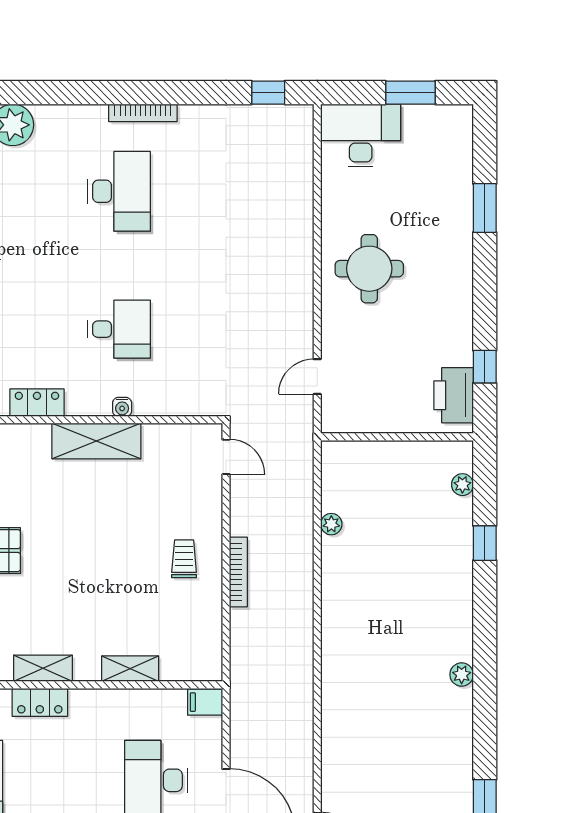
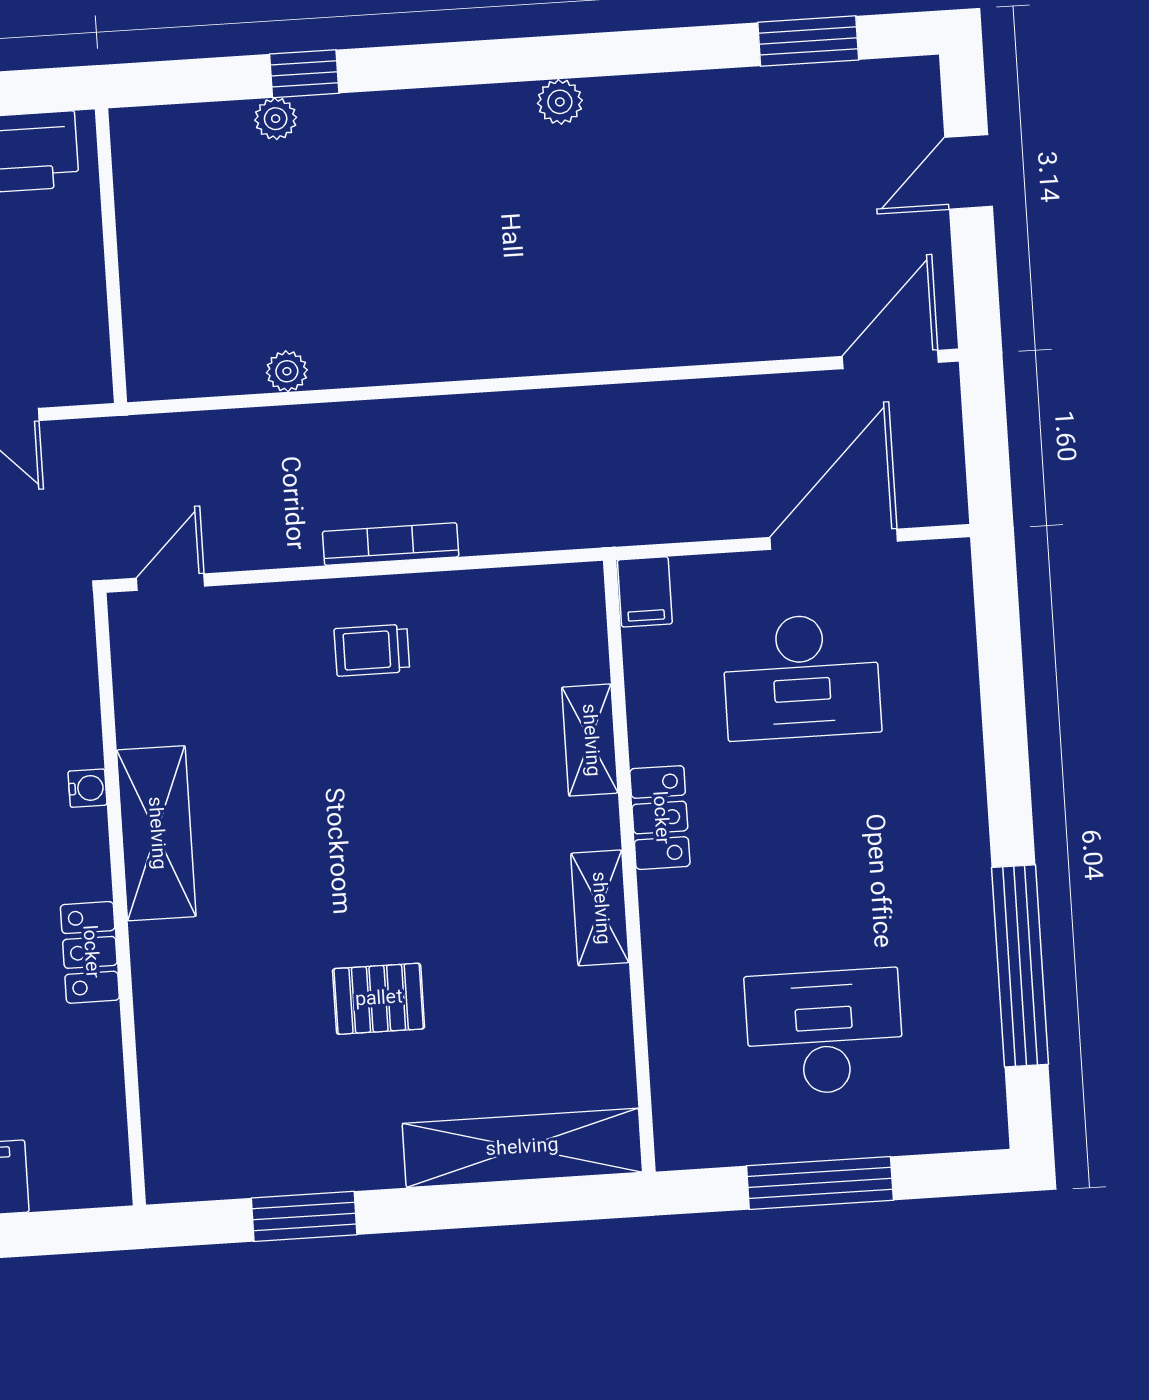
plant: (462, 485) -> (276, 119), moved
locker: (40, 702) -> (660, 818), moved

